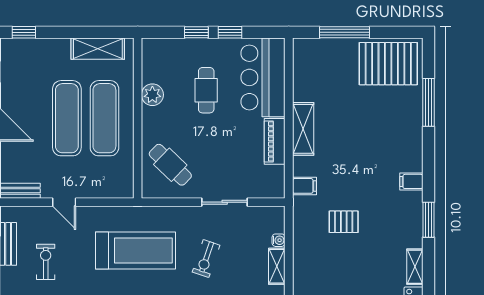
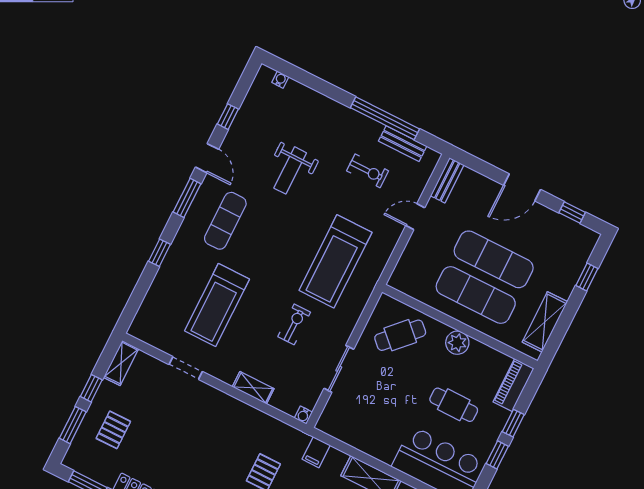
window: (24, 32) -> (587, 277), moved
plant: (152, 95) -> (457, 343), moved
piano: (275, 141) -> (513, 385), moved, turned -90
water cooler: (279, 240) -> (303, 415), moved
exercise bike: (206, 259) -> (294, 324), turned 71

